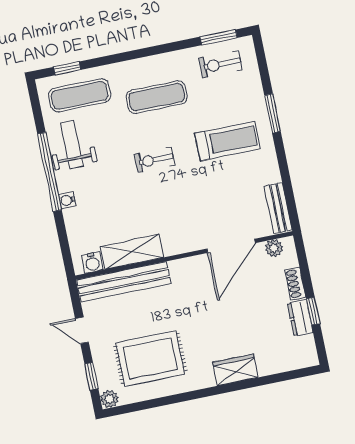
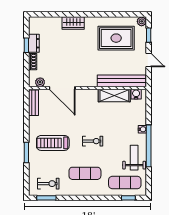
weight bench: (72, 145) -> (134, 158), turned 180
door: (231, 246) -> (62, 88), swing flipped

